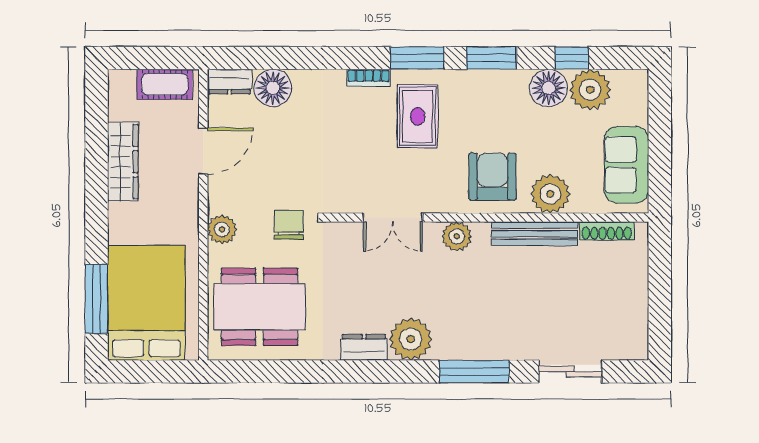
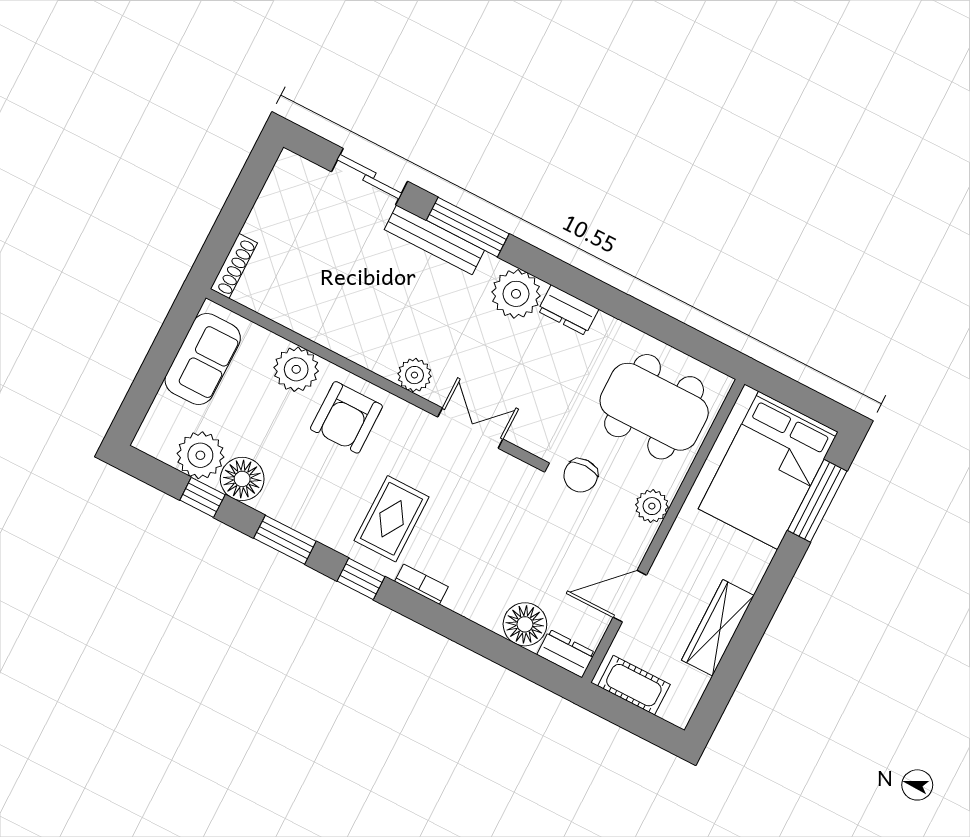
window: (417, 58) -> (361, 579), width x0.67
shoe rack: (607, 231) -> (234, 266), moved, turned 90
bench: (534, 234) -> (434, 240), moved

